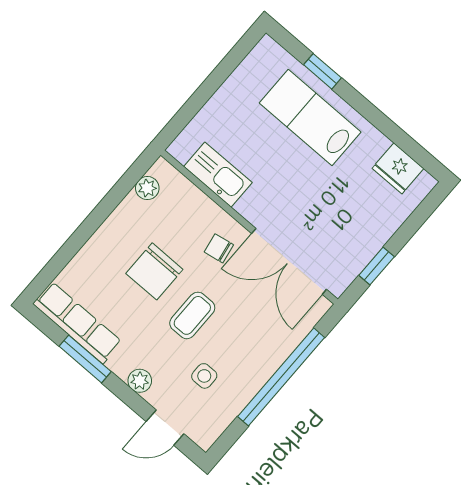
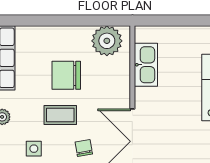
plant: (147, 188) -> (107, 41), width x1.88, depth x1.88
chair: (219, 248) -> (84, 148), moved

